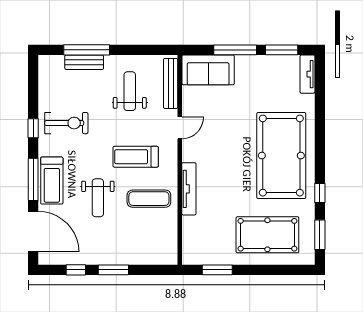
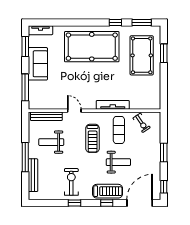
window: (87, 50) -> (25, 157), moved
window: (235, 50) -> (25, 87), moved
bench: (84, 62) -> (33, 175), width x1.36
sofa: (208, 70) -> (38, 64), moved
window: (33, 179) -> (107, 203), width x0.46
exercise bike: (160, 235) -> (142, 123), added
window: (76, 270) -> (164, 187), moved
window: (217, 270) -> (164, 53), moved

